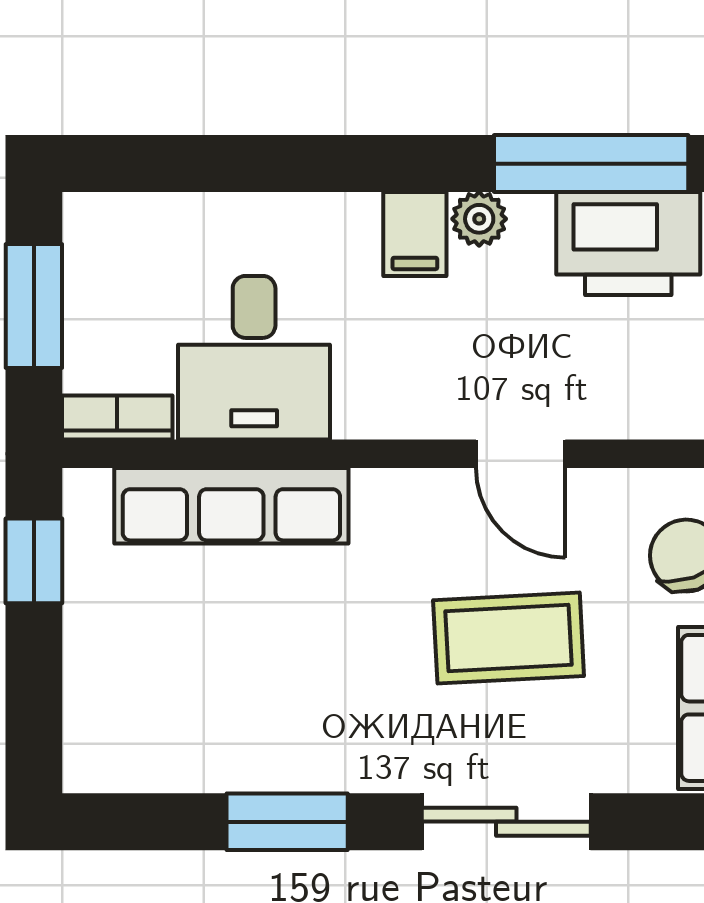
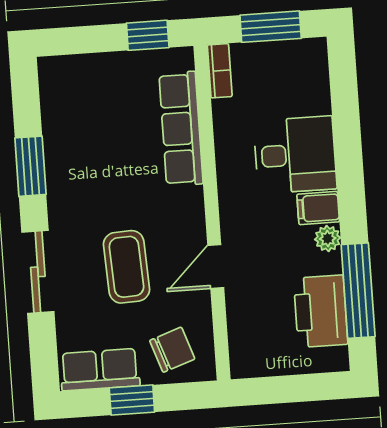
desk: (254, 358) -> (295, 155), moved, turned 180

